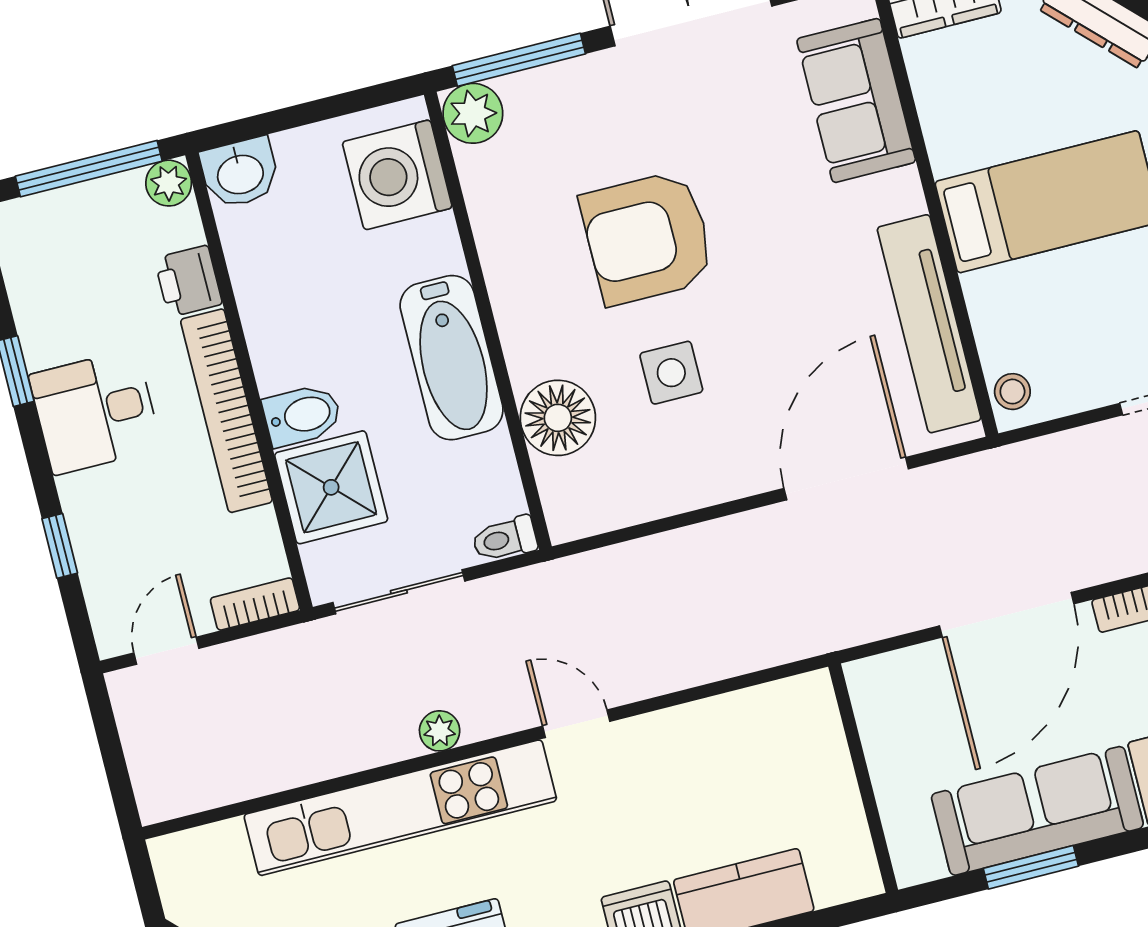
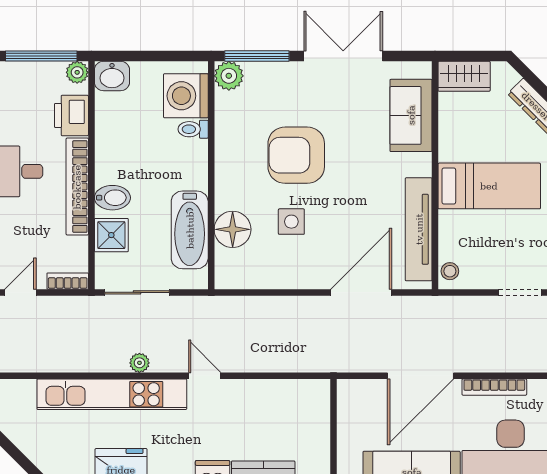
printer: (188, 281) -> (71, 115), width x1.36, depth x1.24
bathtub: (452, 358) -> (190, 230), moved
shower: (331, 487) -> (111, 235), width x0.73, depth x0.73
toilet: (505, 539) -> (193, 129), moved

